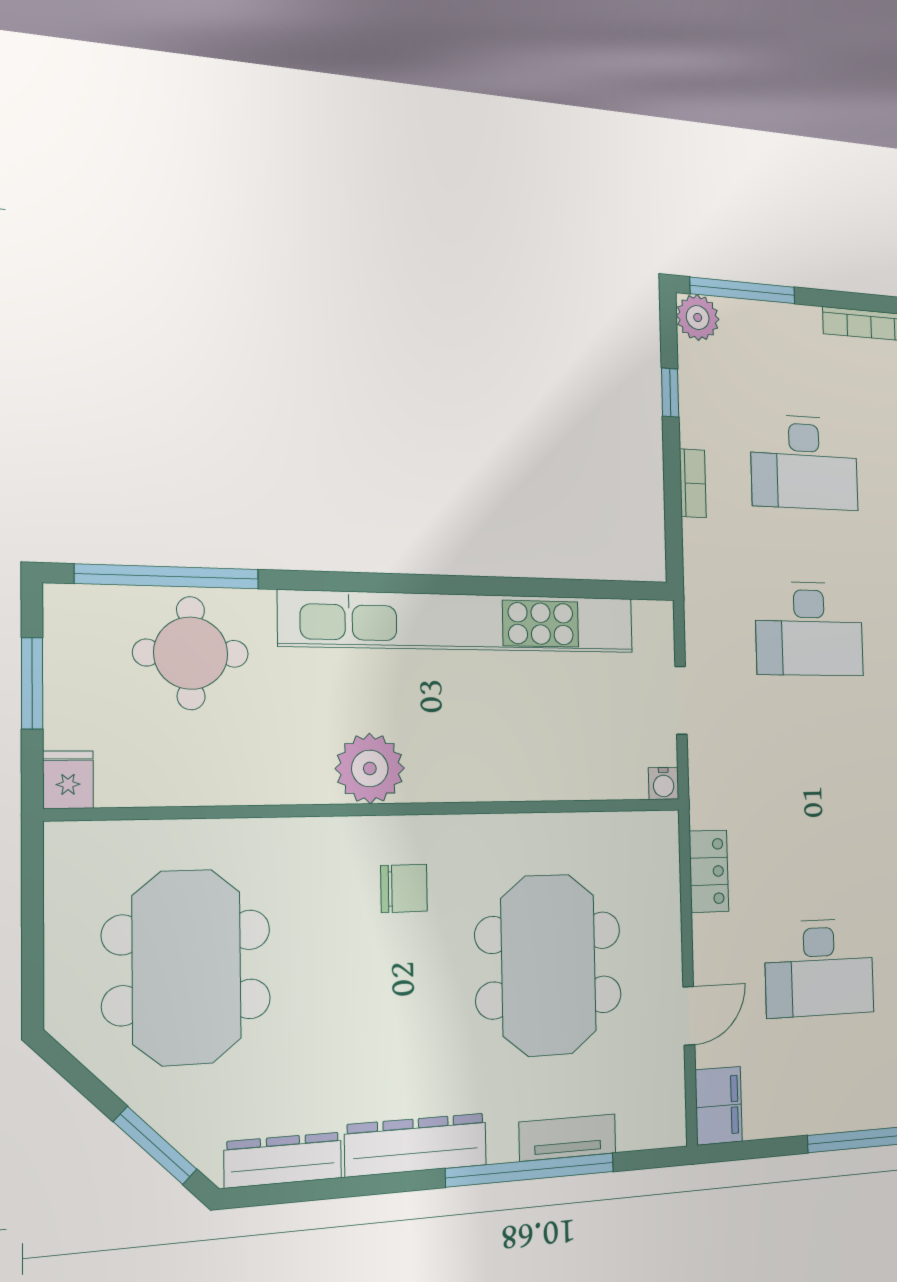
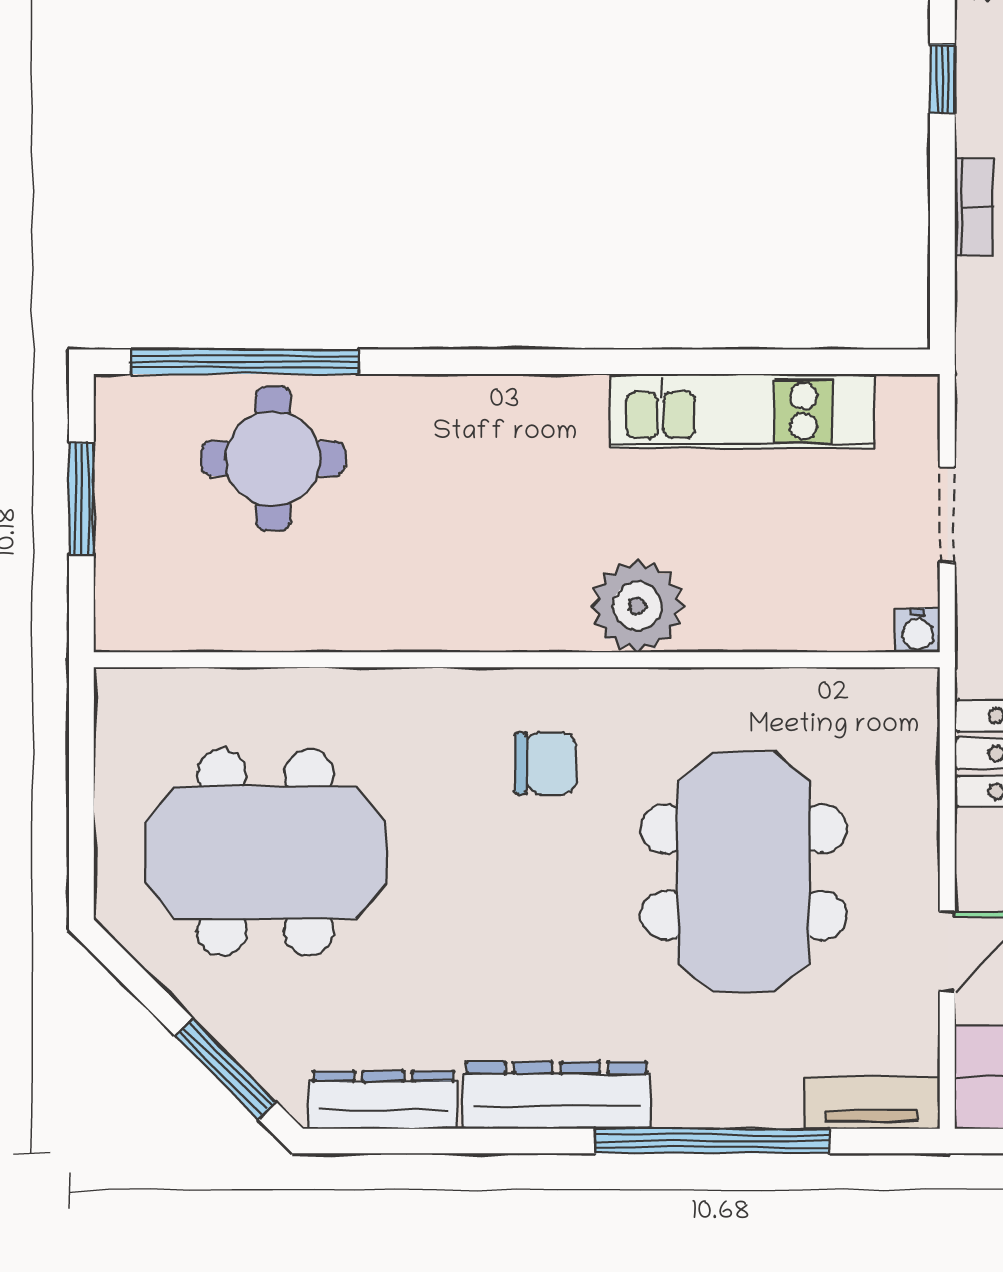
kitchen unit: (461, 622) -> (743, 411), width x0.54
plant: (370, 768) -> (637, 606), moved
fridge: (68, 780) -> (123, 617), removed
meeting table: (187, 967) -> (265, 852), turned 90
tv unit: (568, 1138) -> (872, 1103), moved

